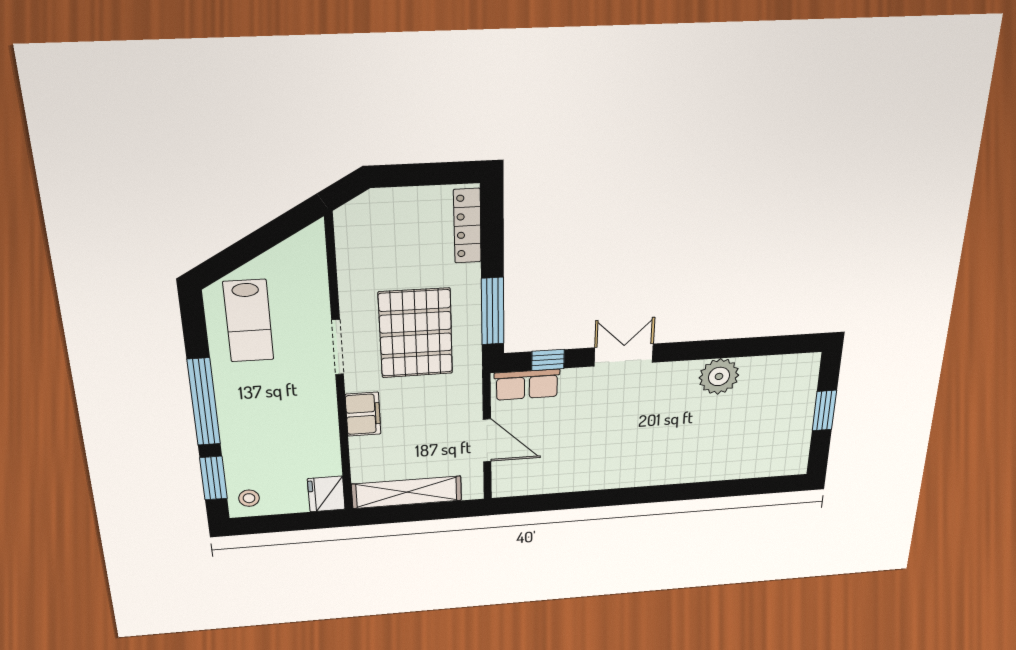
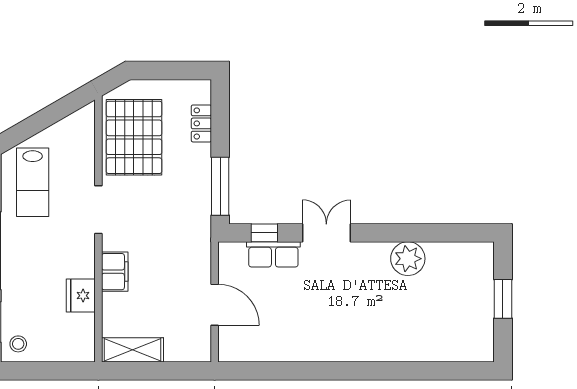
locker: (467, 226) -> (201, 123), width x0.66
pallet: (416, 333) -> (134, 137), moved
row of seats: (527, 385) -> (273, 254), moved
shelving: (407, 492) -> (132, 350), width x0.68
fridge: (326, 494) -> (81, 296), moved

